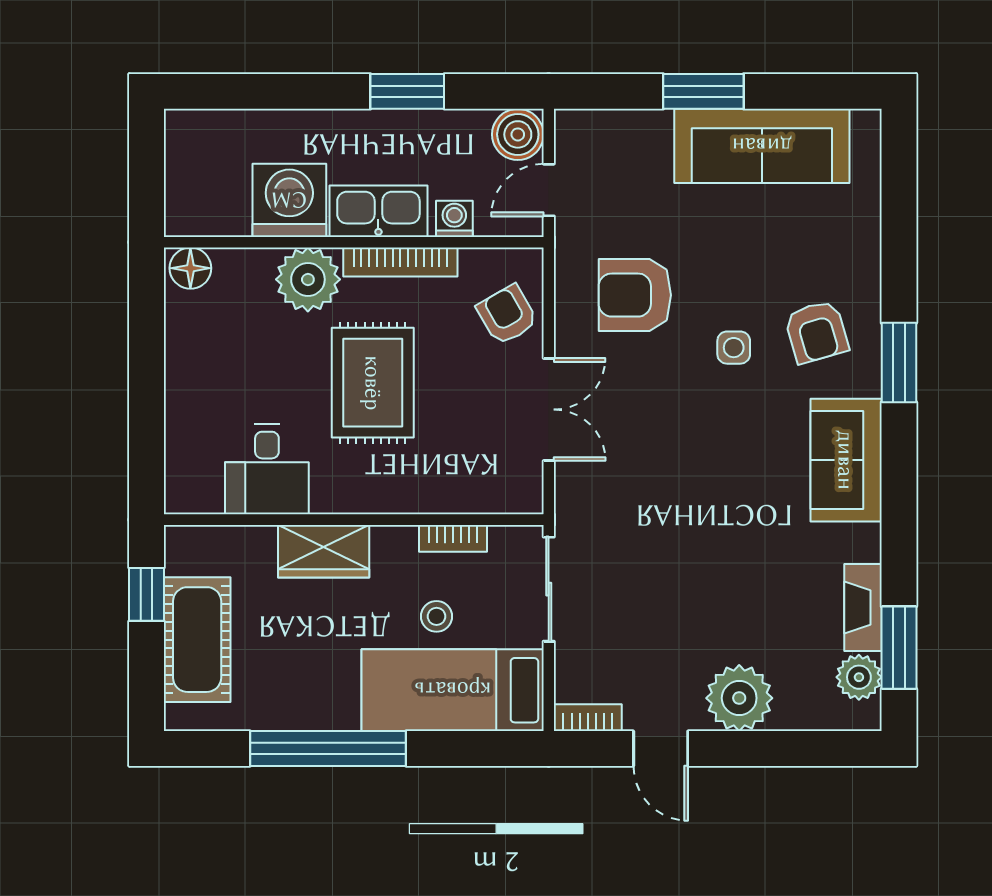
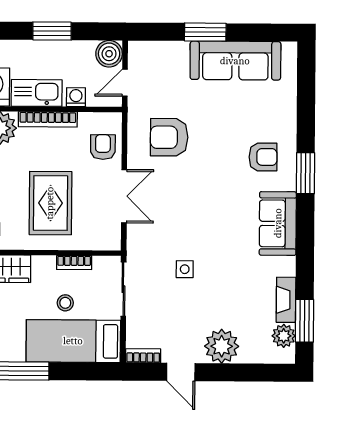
armchair: (507, 315) -> (103, 147), turned 30
armchair: (817, 332) -> (263, 157), turned -74
side table: (734, 348) -> (185, 269), moved
rug: (373, 383) -> (50, 203), moved

